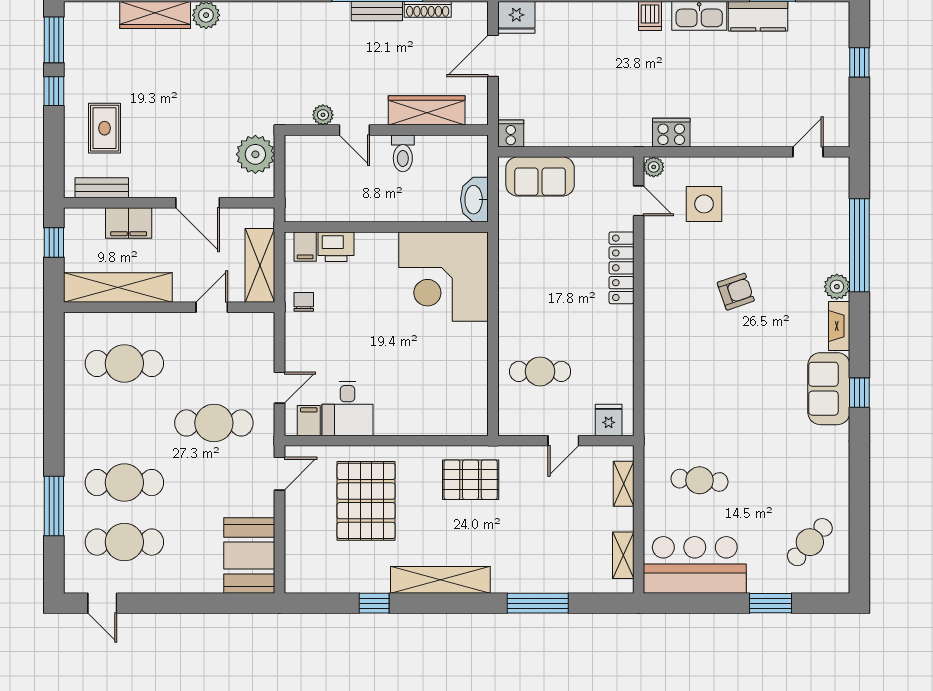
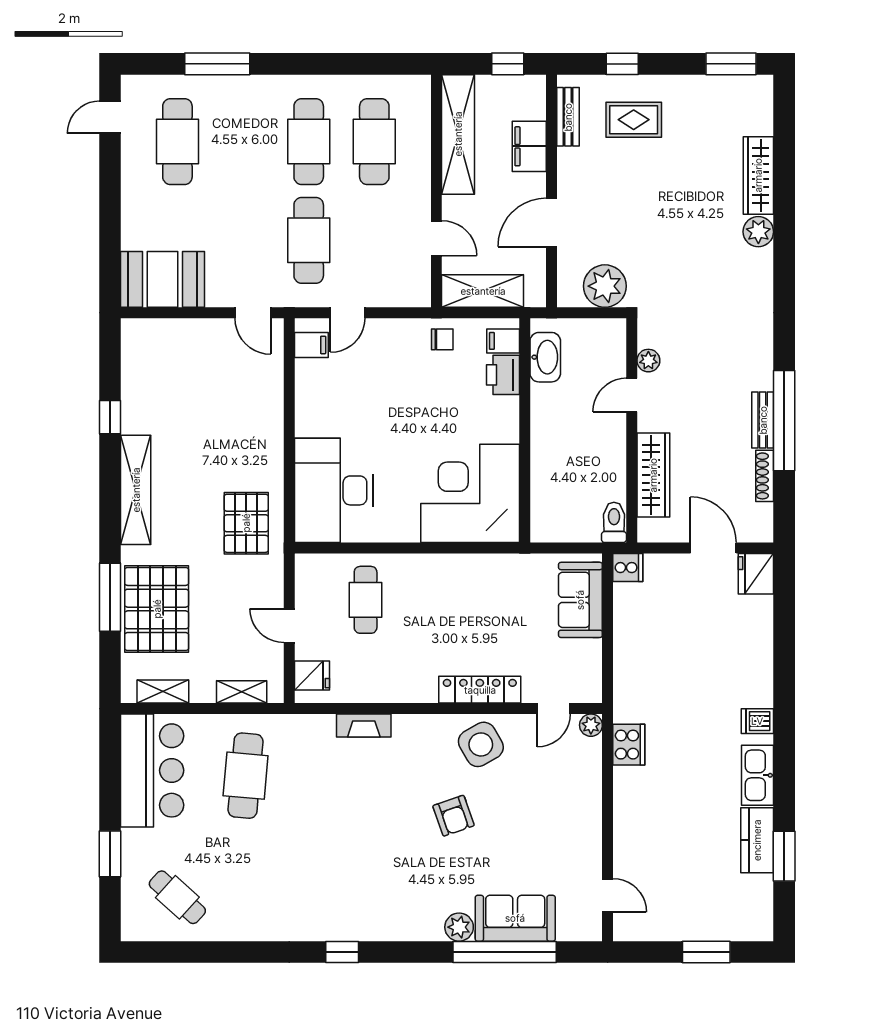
window: (859, 62) -> (706, 952), width x1.50
window: (54, 91) -> (622, 64), moved
toilet: (403, 153) -> (614, 522), moved, turned 90
washbasin: (474, 200) -> (545, 357), moved, turned 90
side table: (704, 204) -> (481, 744), moved, turned -30
fireplace: (839, 326) -> (364, 725), moved, turned 180
door: (280, 388) -> (348, 313), hinge flipped
sofa: (829, 389) -> (515, 918), moved
desk: (347, 408) -> (334, 490), moved, width x1.87, depth x1.30
cafe table: (700, 480) -> (246, 776), width x1.37, depth x1.35
cafe table: (124, 483) -> (309, 142), moved
pallet: (366, 501) -> (157, 609), moved, turned 90

